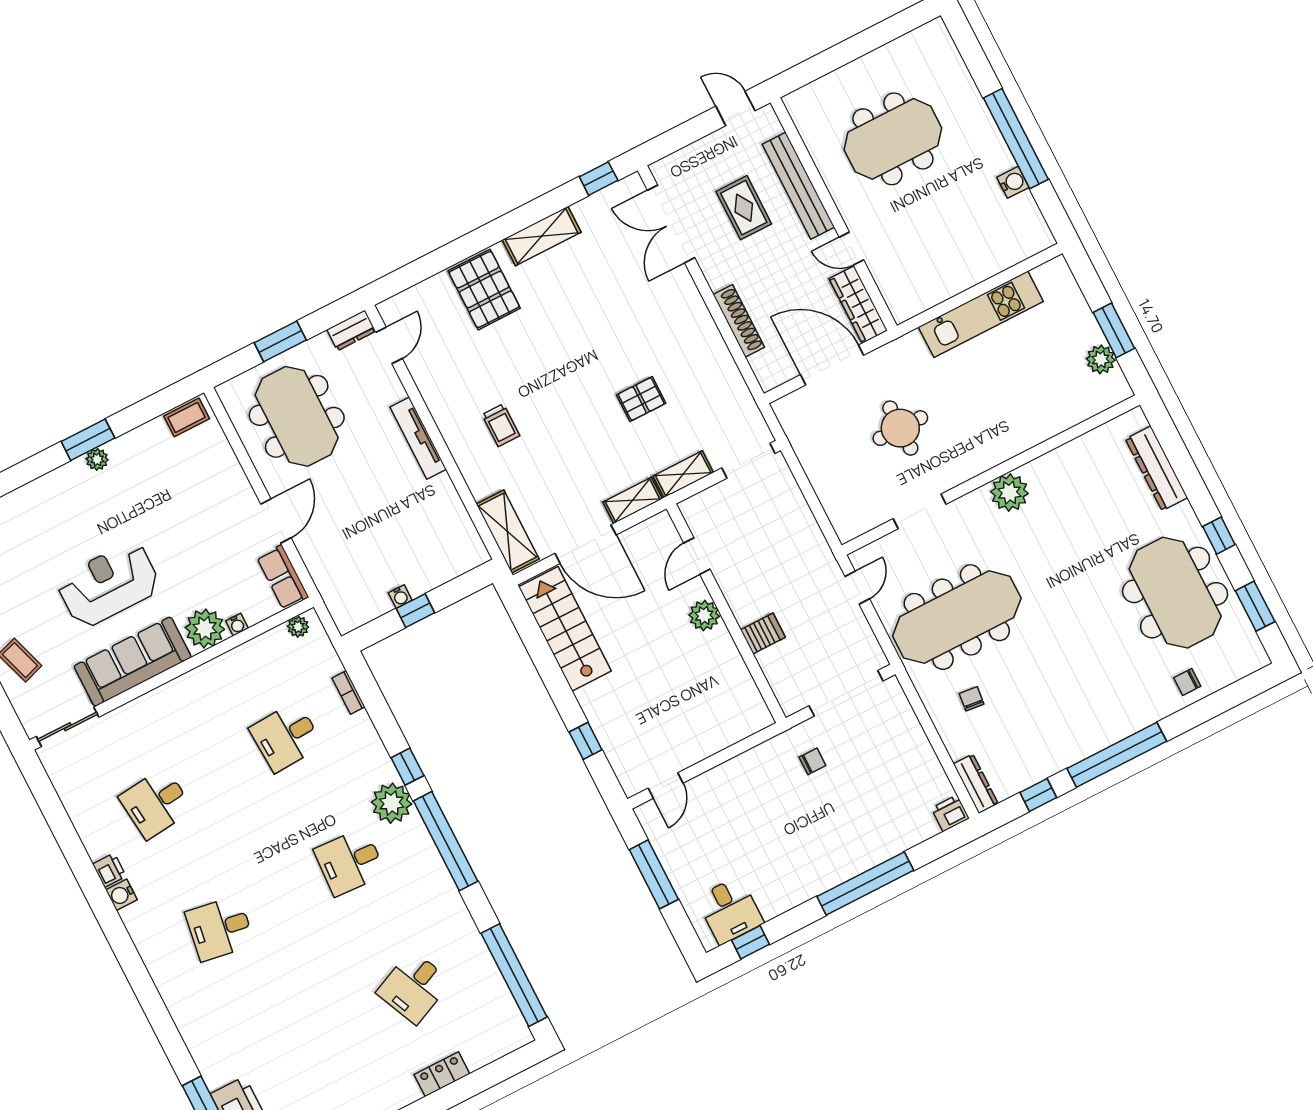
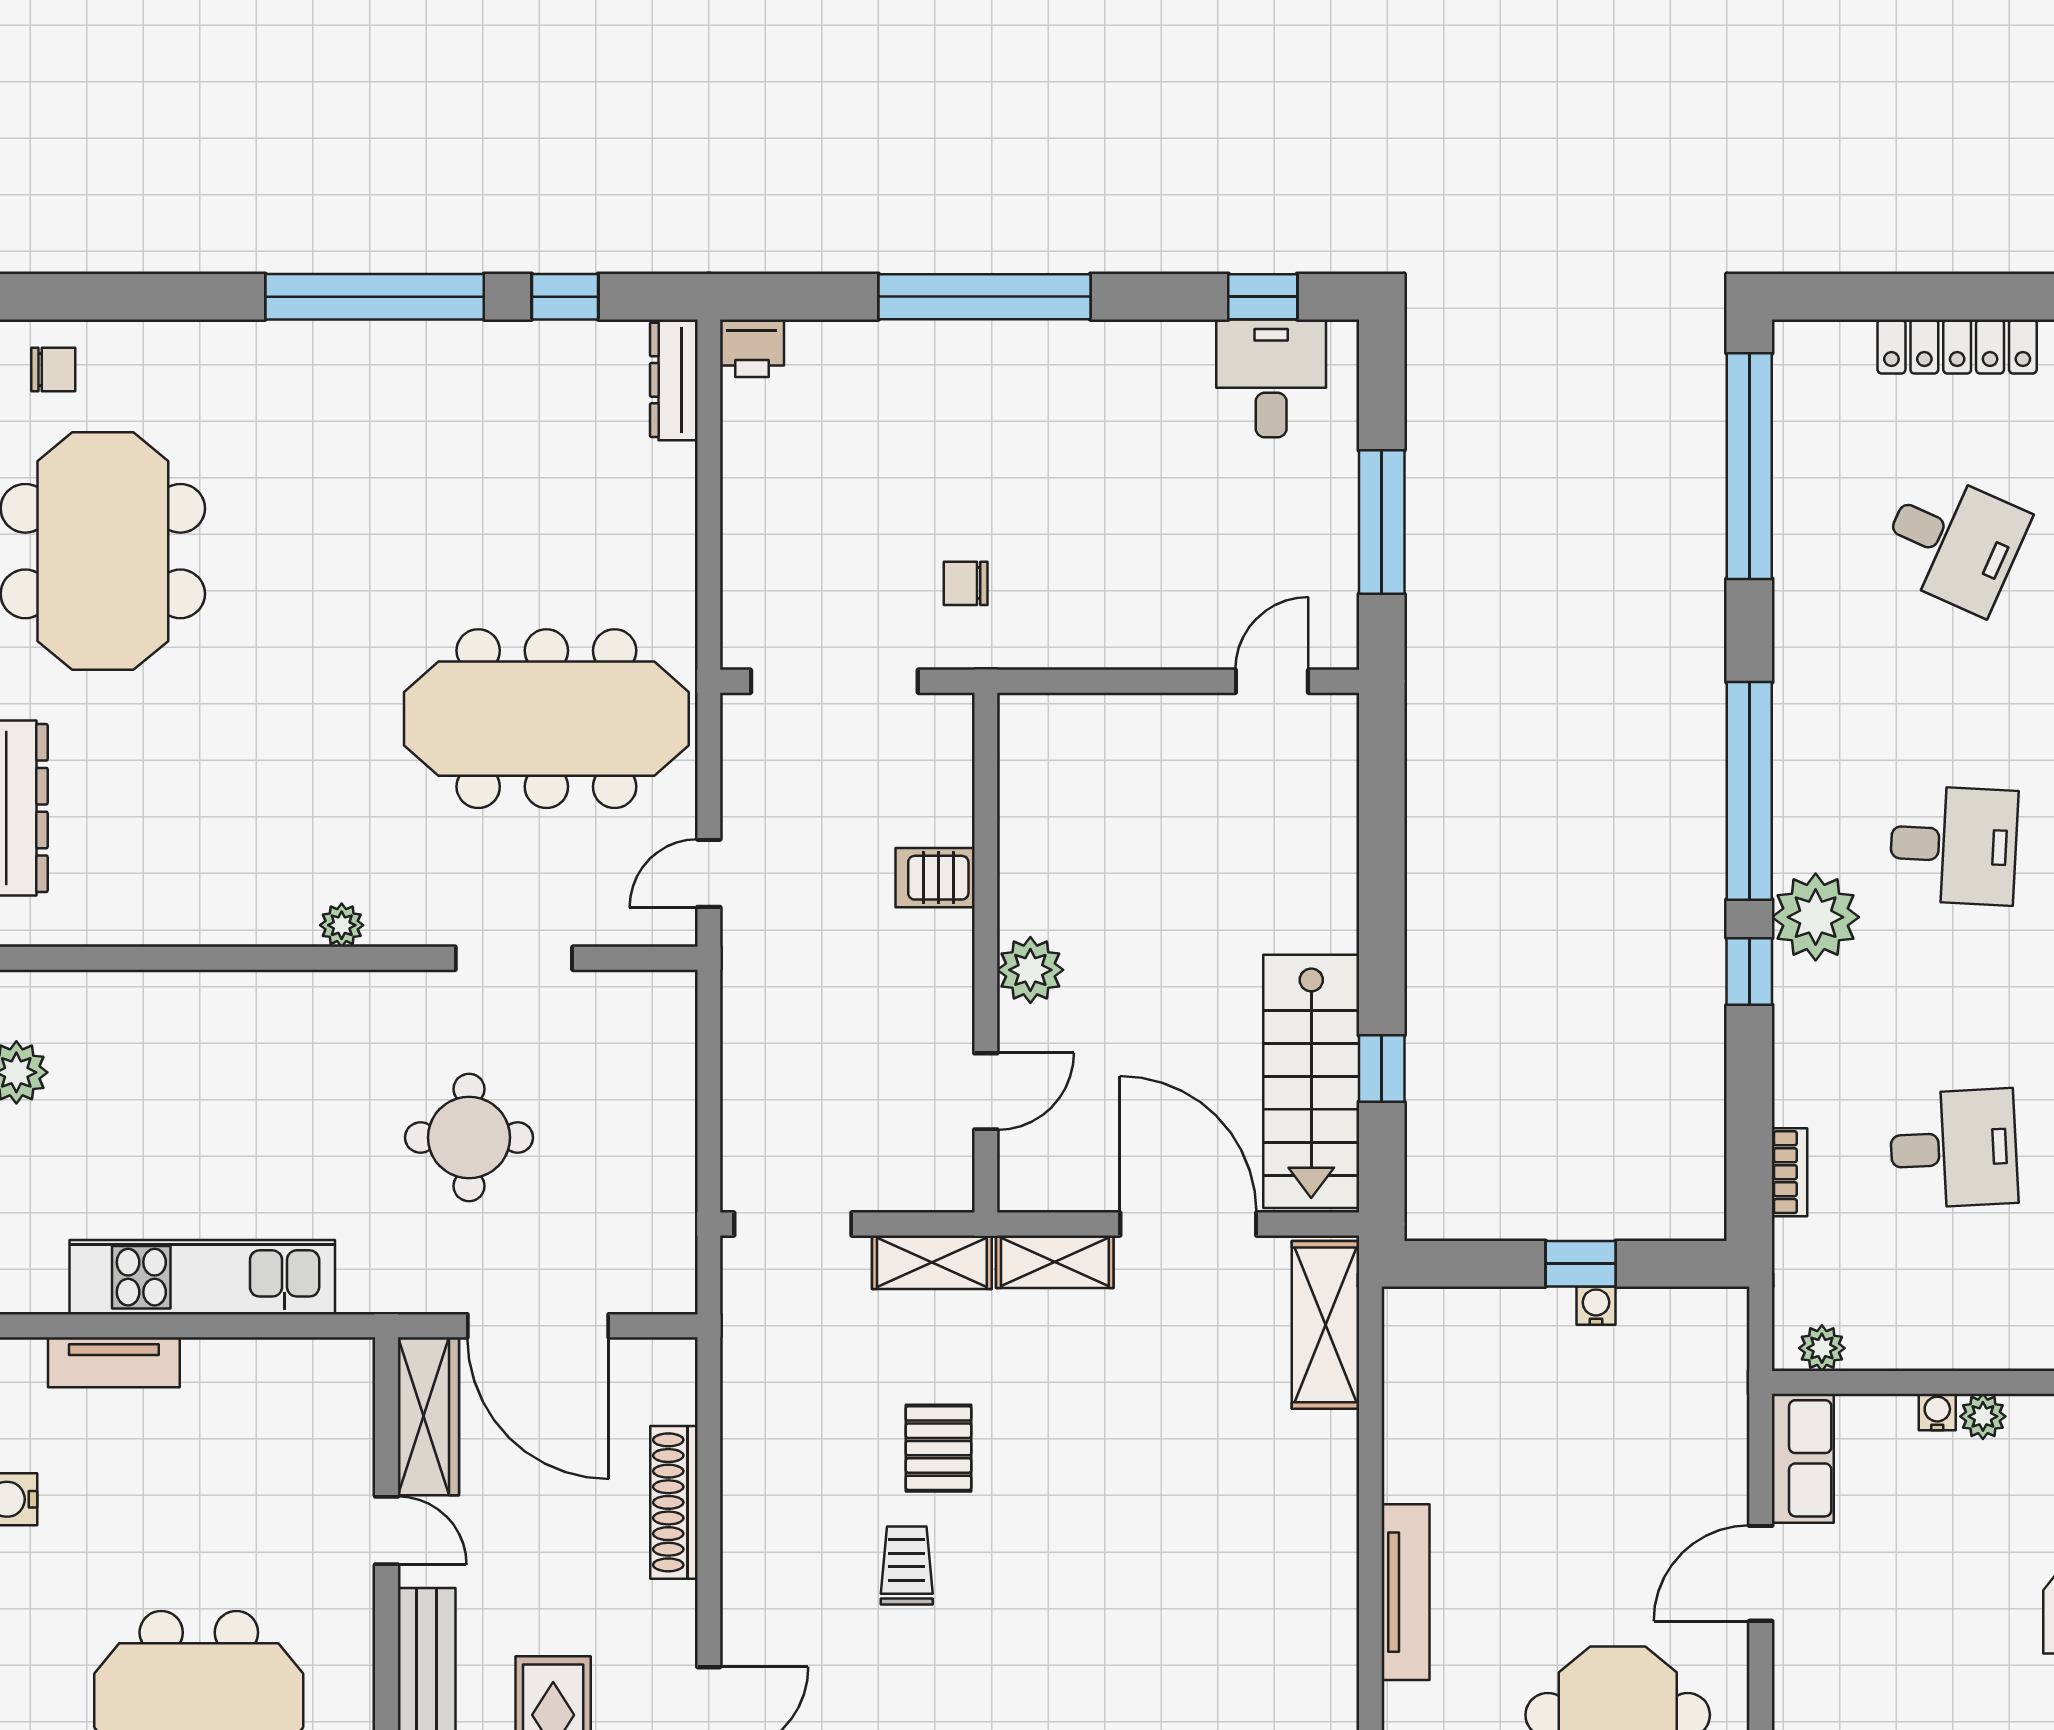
tv unit: (999, 260) -> (114, 1362), added
pallet: (641, 399) -> (938, 1448), turned 90
trolley: (501, 425) -> (907, 1566), moved
plant: (1009, 493) -> (342, 925), width x0.53, depth x0.53
plant: (205, 628) -> (1983, 1416), width x0.53, depth x0.53
chair: (1187, 682) -> (53, 370), moved
chair: (972, 699) -> (598, 547), removed
window: (586, 741) -> (1382, 1069), moved
desk: (414, 987) -> (1954, 542), turned 48
locker: (442, 1074) -> (1957, 347), width x1.53

